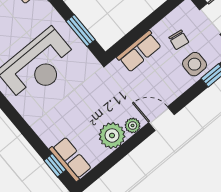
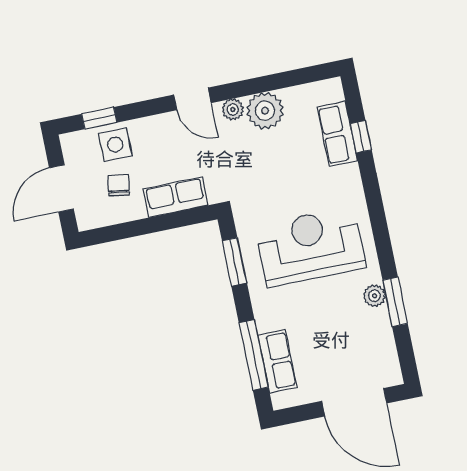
row of seats: (70, 159) -> (337, 134), moved
window: (55, 165) -> (361, 137), moved

